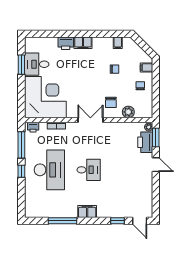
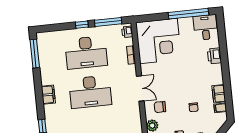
filing cabinet: (83, 43) -> (219, 94), moved
desk: (37, 64) -> (205, 27), moved
window: (21, 65) -> (188, 14), width x2.11
desk: (89, 170) -> (90, 92), width x1.87, depth x1.30
window: (62, 221) -> (35, 54), moved

